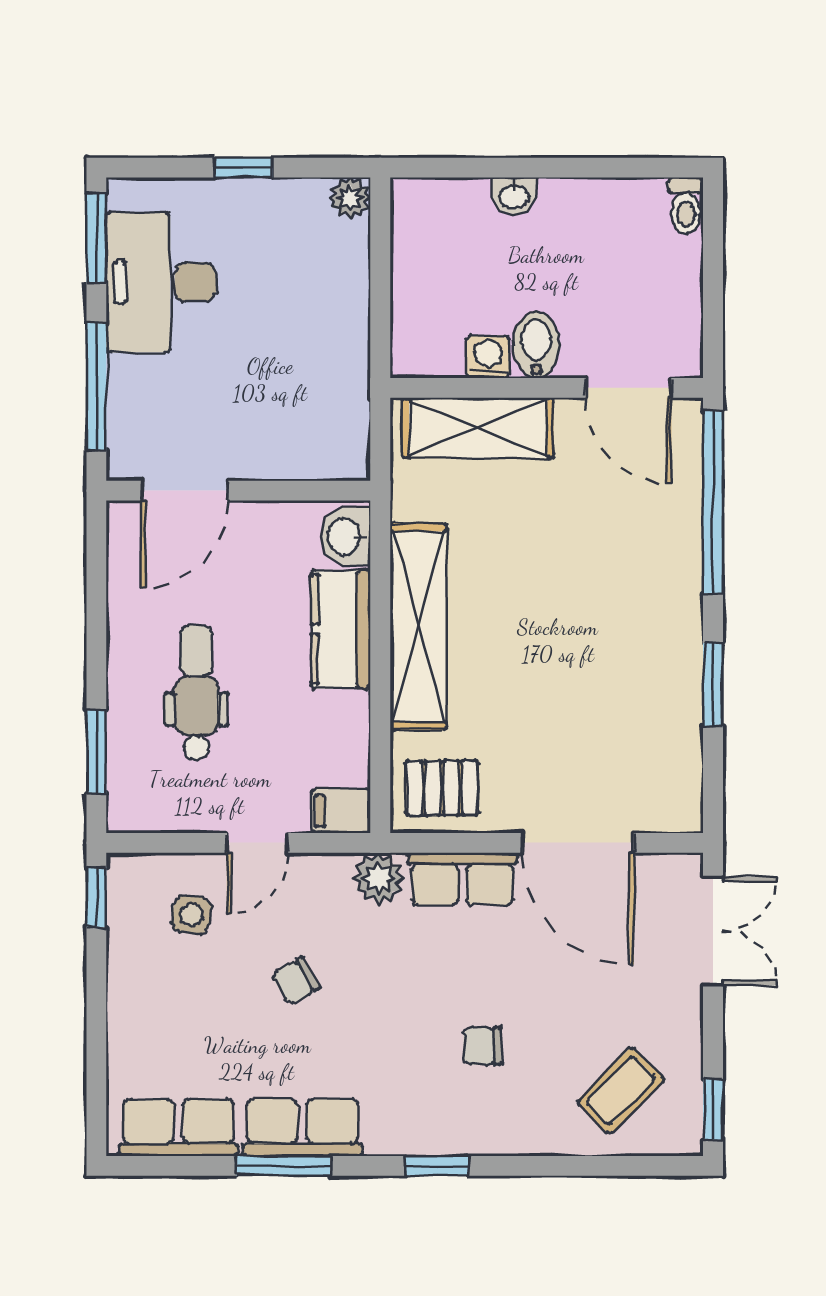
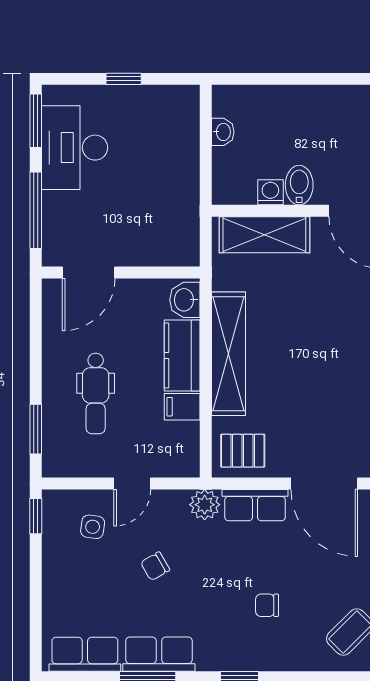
washbasin: (514, 196) -> (223, 132), moved, turned -90
plant: (350, 198) -> (188, 97), removed
dental chair: (196, 692) -> (96, 393), turned 180
filing cabinet: (341, 811) -> (182, 407), moved

